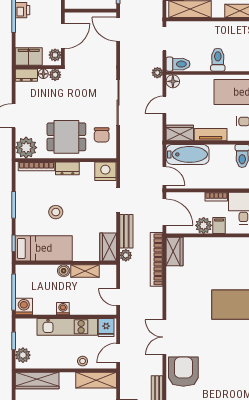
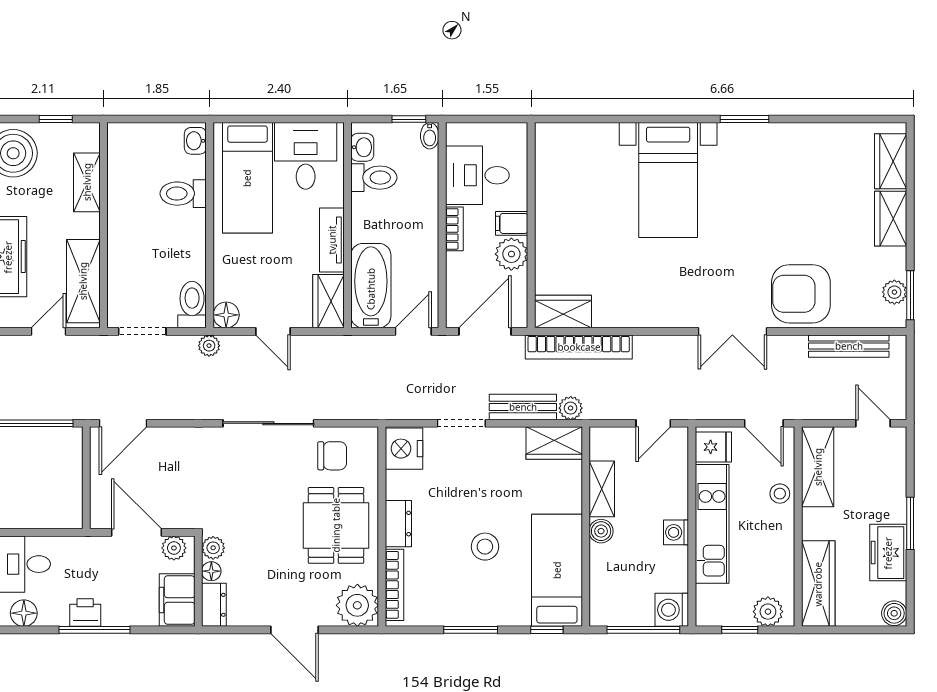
toilet: (218, 60) -> (183, 194), moved

